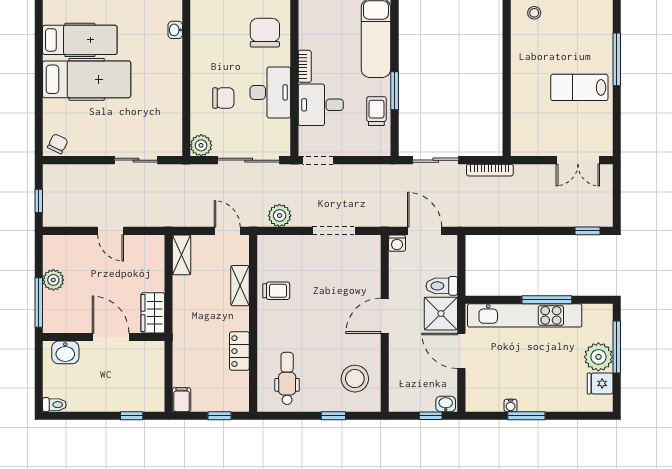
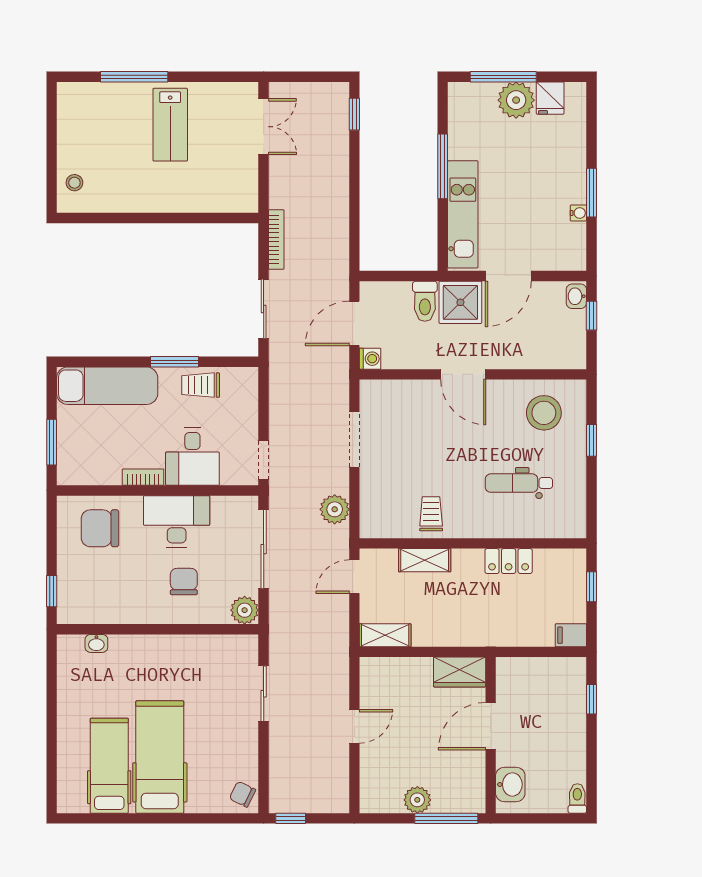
window: (39, 201) -> (291, 818), moved
kitchen unit: (525, 315) -> (463, 214), width x0.73
dental chair: (287, 378) -> (519, 483), moved

